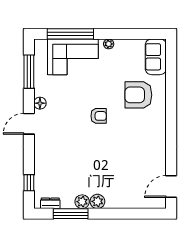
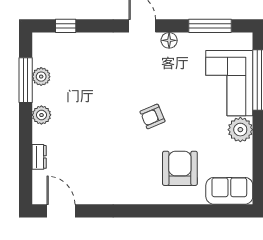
plant: (109, 44) -> (240, 130), width x1.87, depth x1.87
armchair: (99, 116) -> (152, 116), turned 67
plant: (82, 202) -> (41, 77), moved
dresser: (50, 203) -> (39, 157), moved

